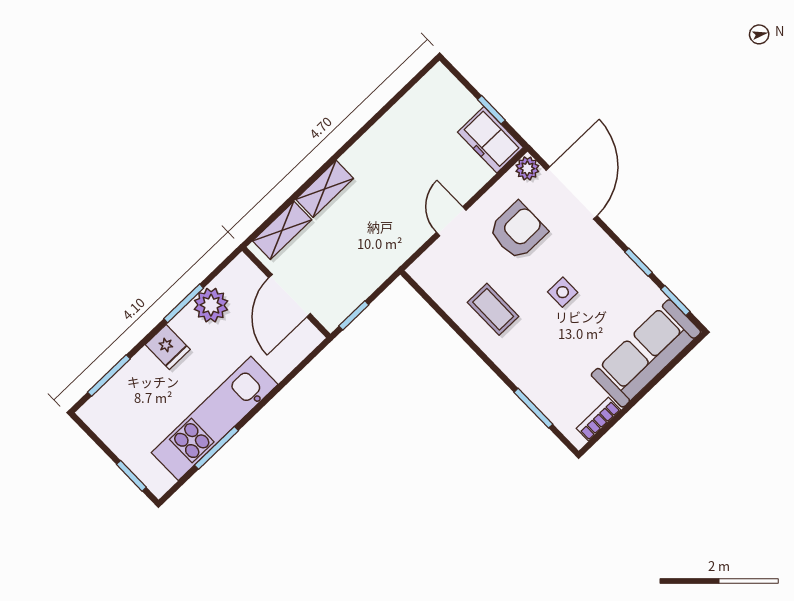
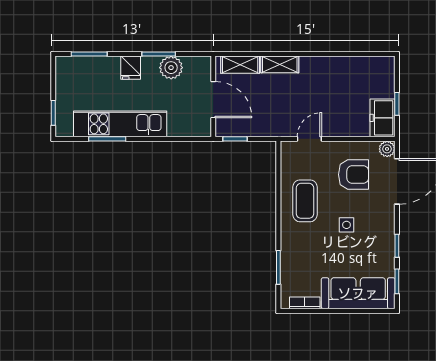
door: (451, 221) -> (309, 139), moved
door: (290, 296) -> (213, 100), swing flipped
coffee table: (493, 309) -> (305, 201), width x1.36, depth x1.30

